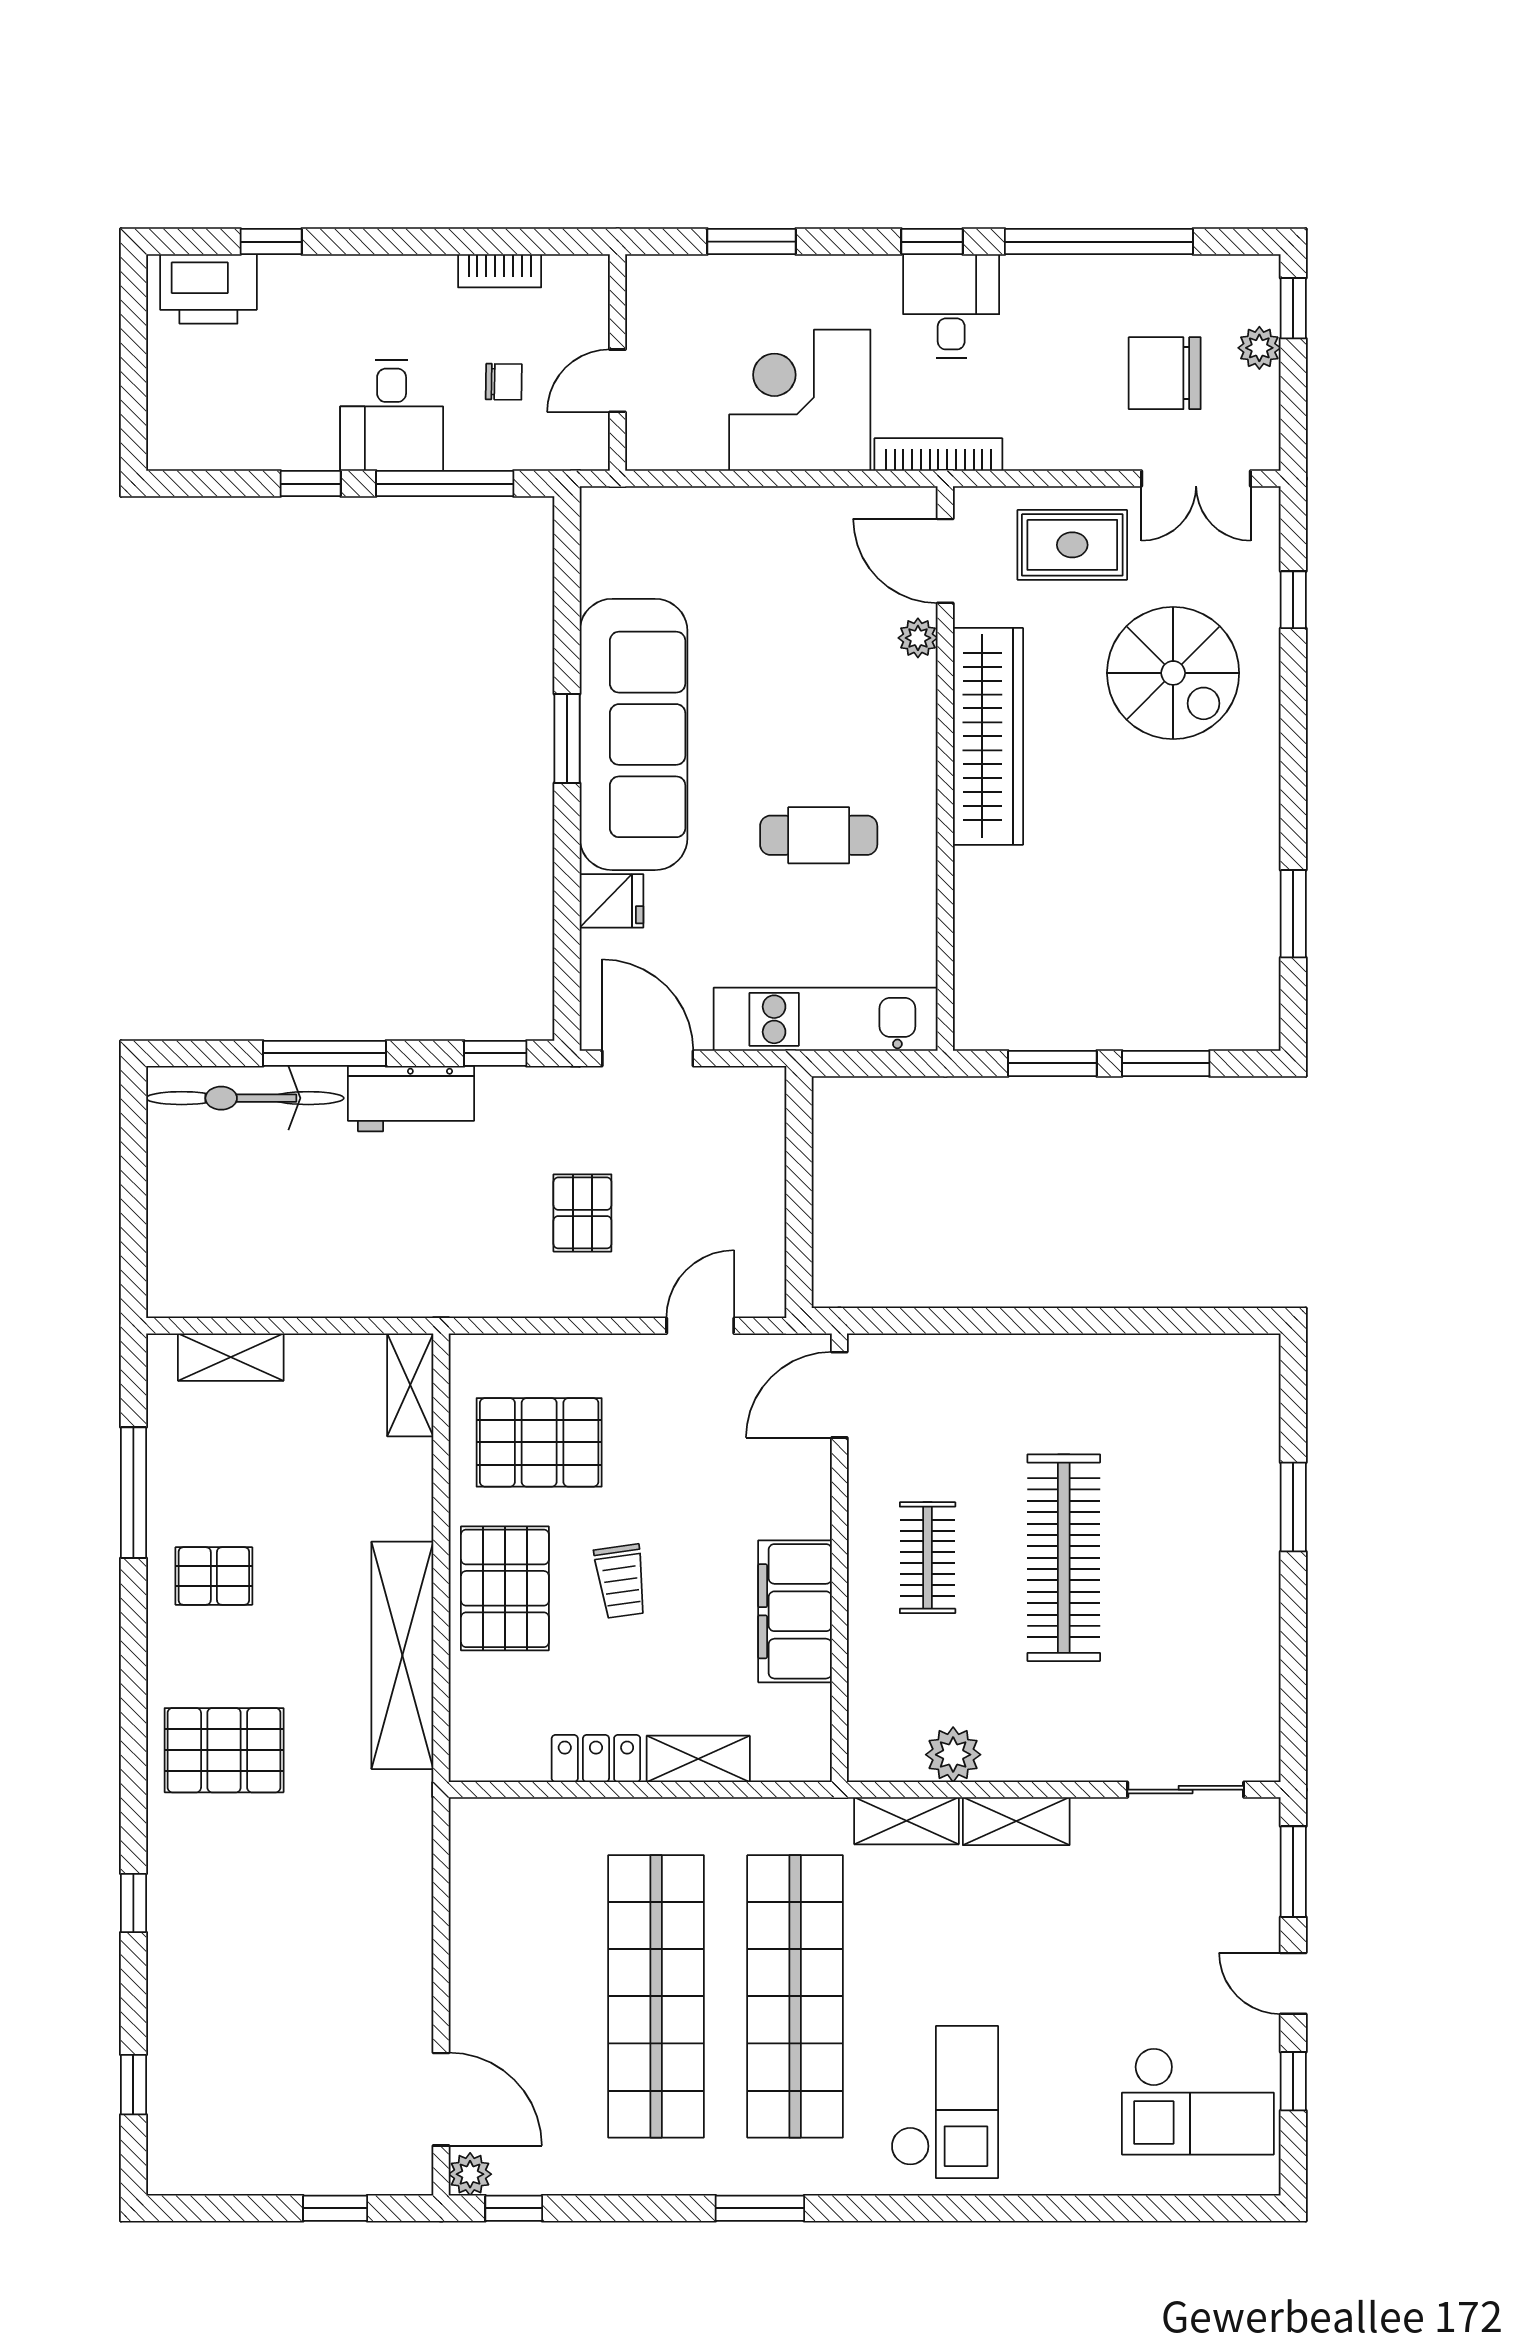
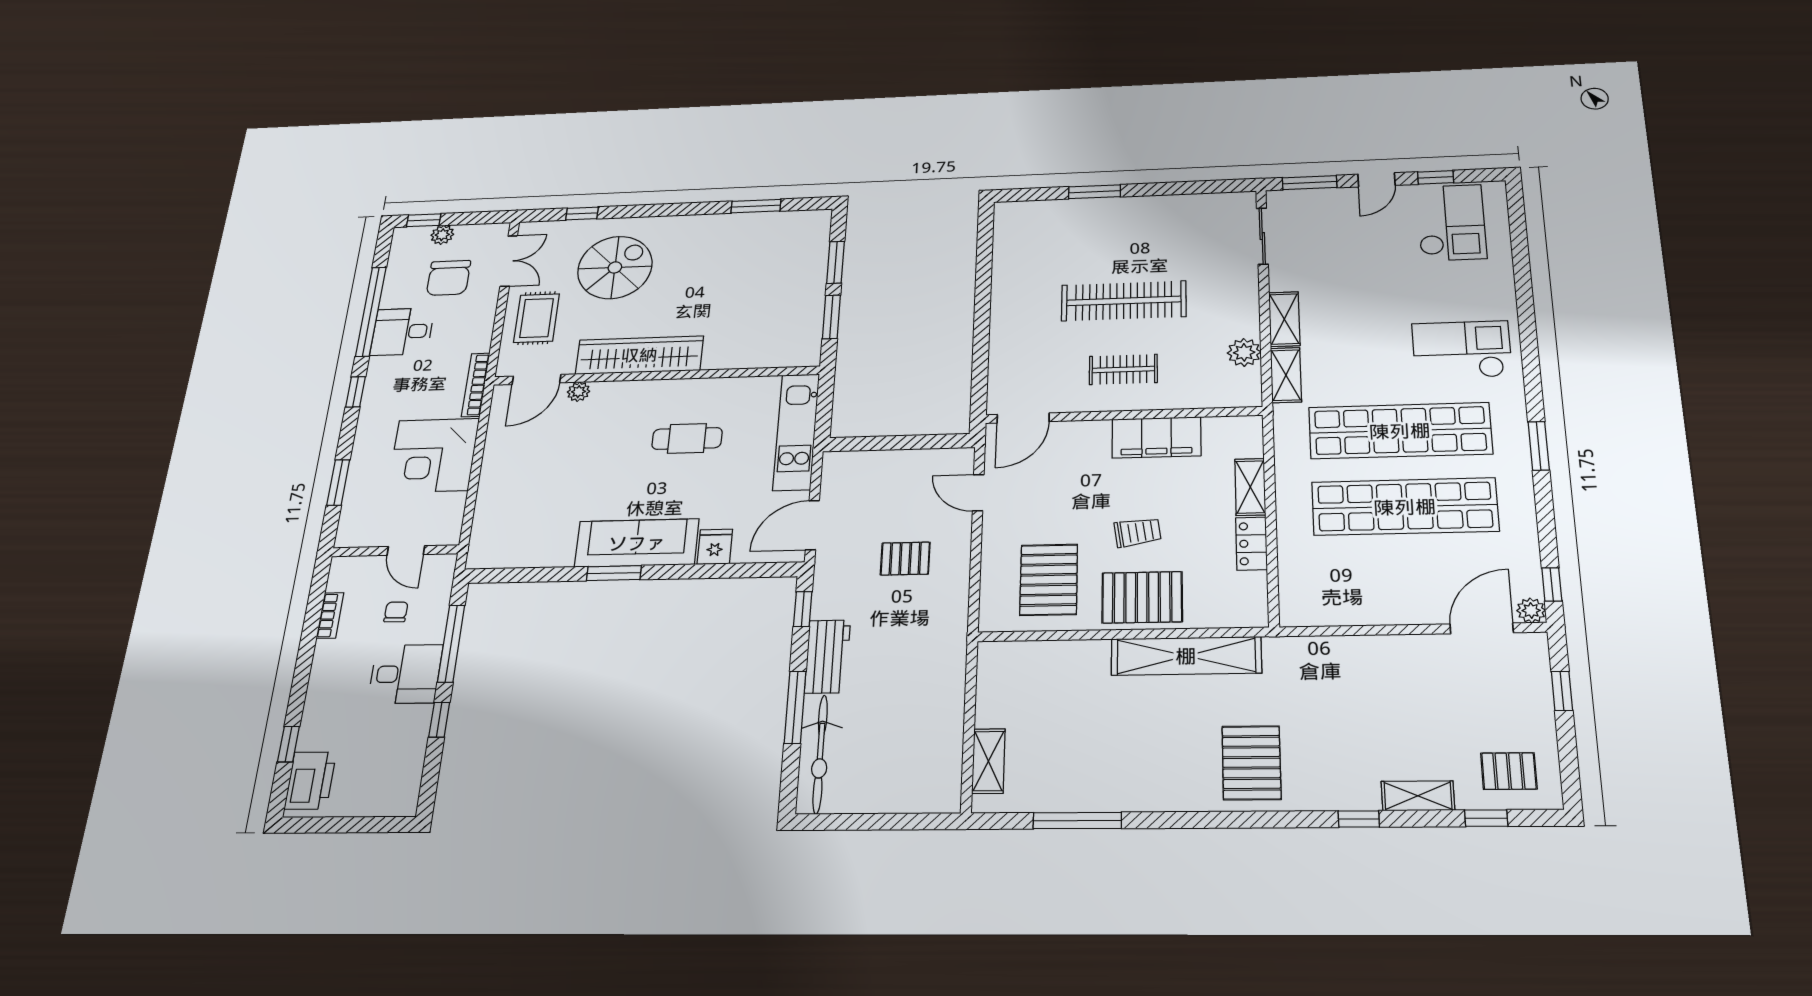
desk: (951, 306) -> (402, 332), moved
sofa: (634, 734) -> (637, 543), width x0.74, depth x0.79
cafe table: (819, 835) -> (687, 438), turned 90
shelving: (410, 1385) -> (1418, 796), moved
door: (839, 1395) -> (1023, 418), hinge flipped
pallet: (214, 1576) -> (1509, 771), moved, turned 90

